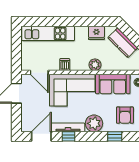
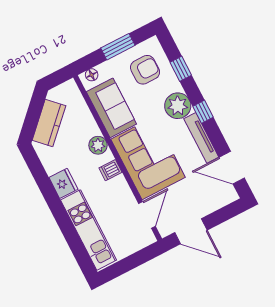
fridge: (96, 33) -> (63, 183), moved
dishwasher: (65, 65) -> (110, 170), moved
window: (68, 136) -> (203, 112), moved

